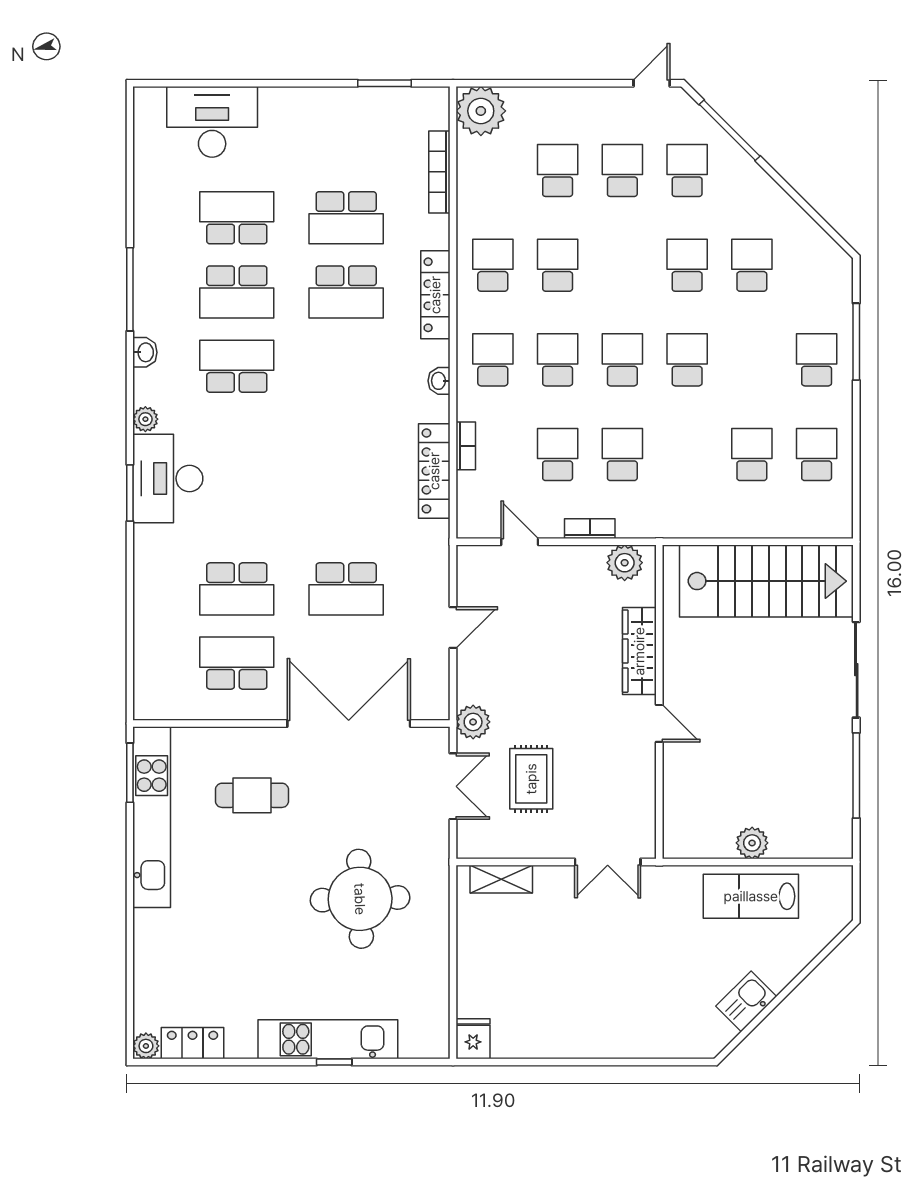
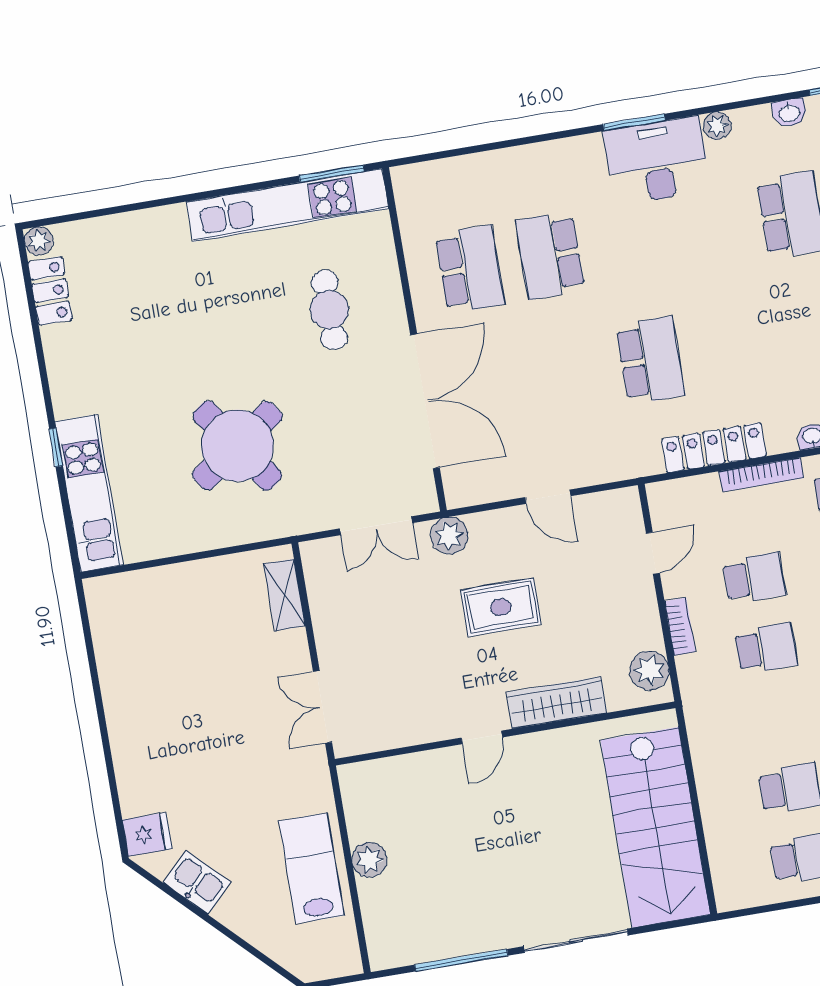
bookcase: (466, 446) -> (761, 475), width x1.56
school desk: (346, 589) -> (650, 360), moved, turned 180
rug: (531, 779) -> (501, 607), moved
round table: (360, 899) -> (237, 446), turned -33
kitchen unit: (328, 1039) -> (89, 493), moved
fridge: (473, 1039) -> (147, 834), moved

